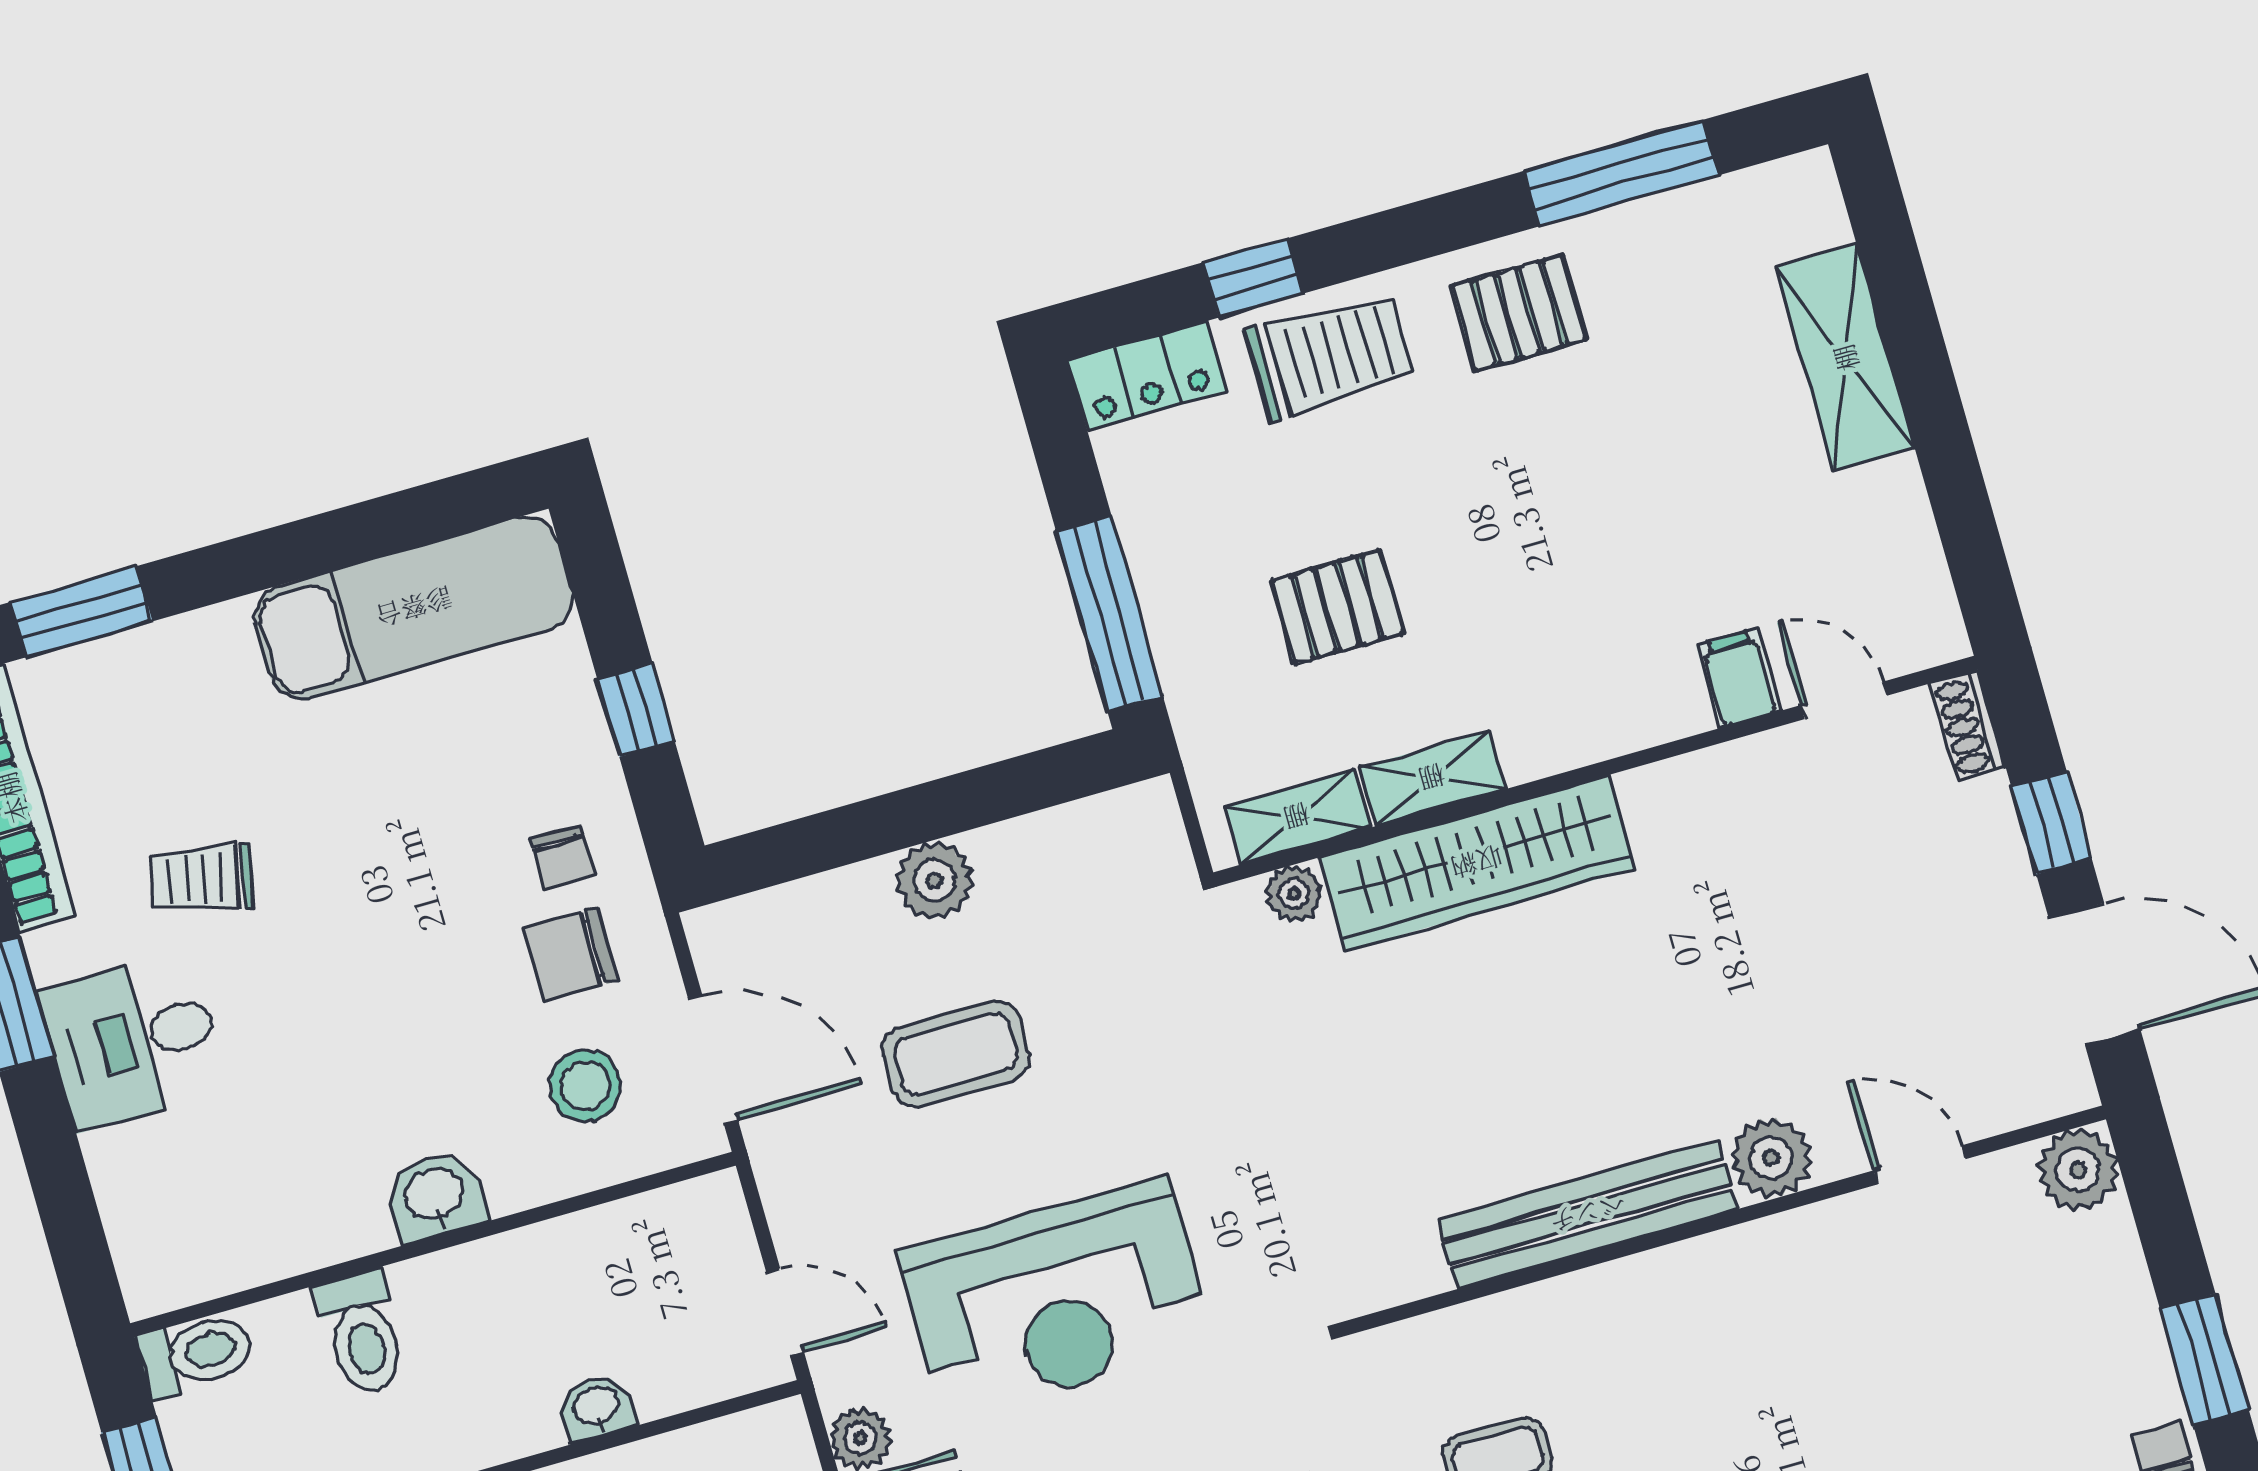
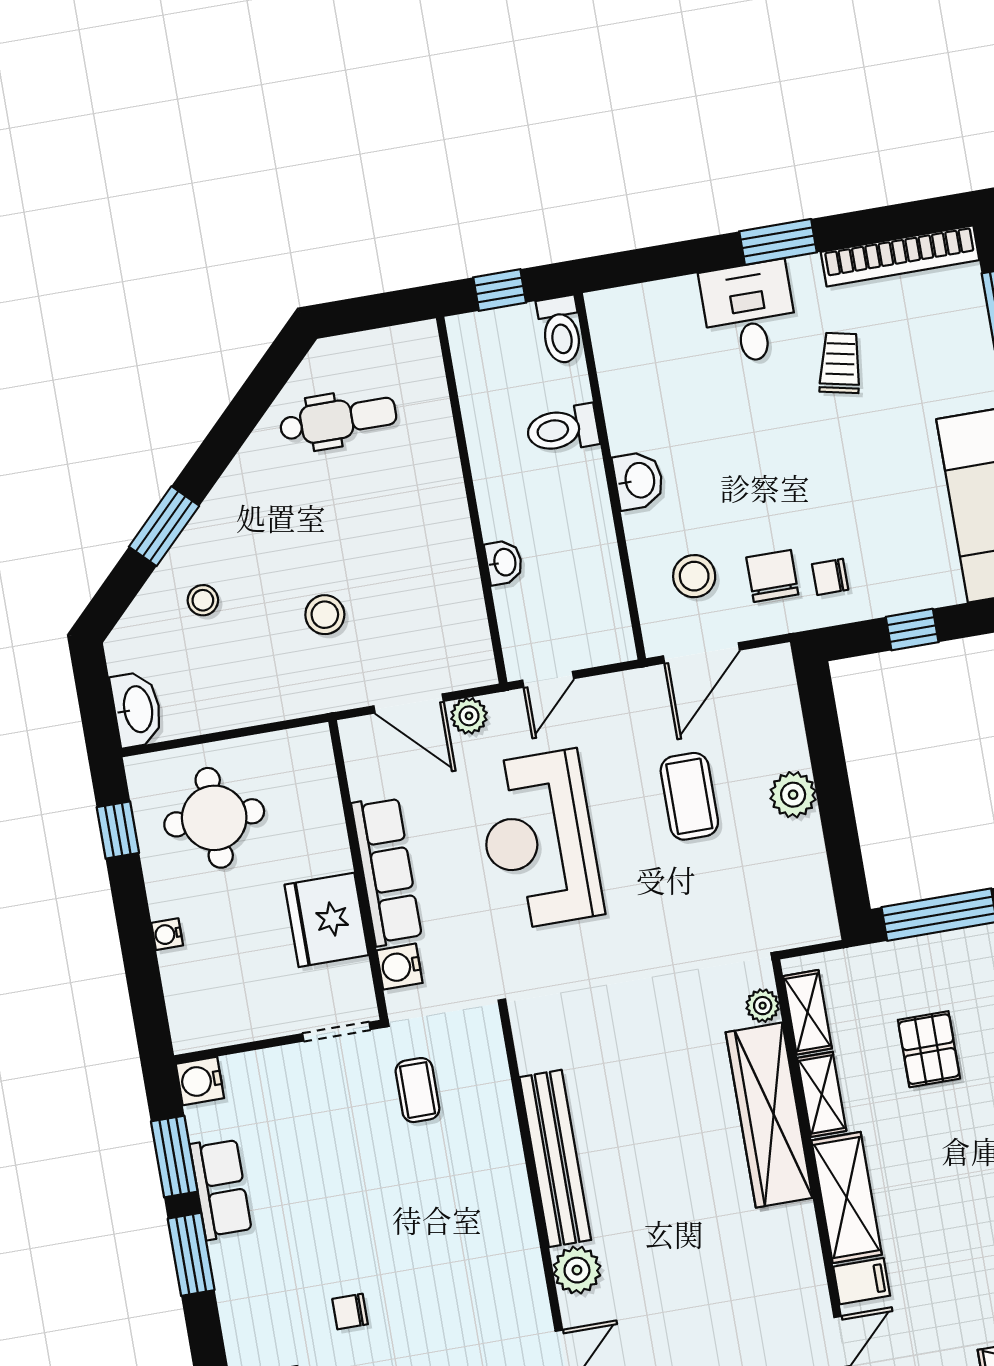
shelving: (1601, 718) -> (847, 1198), added

